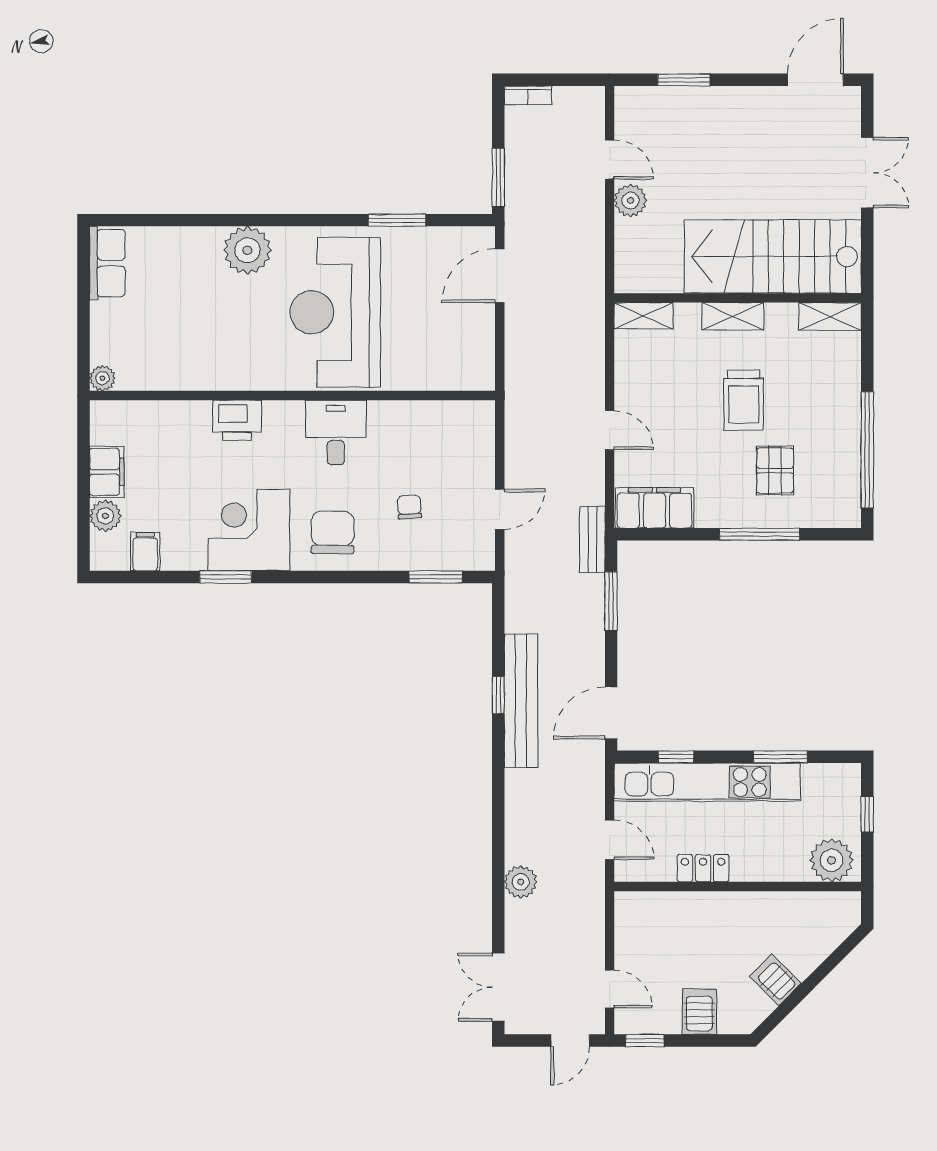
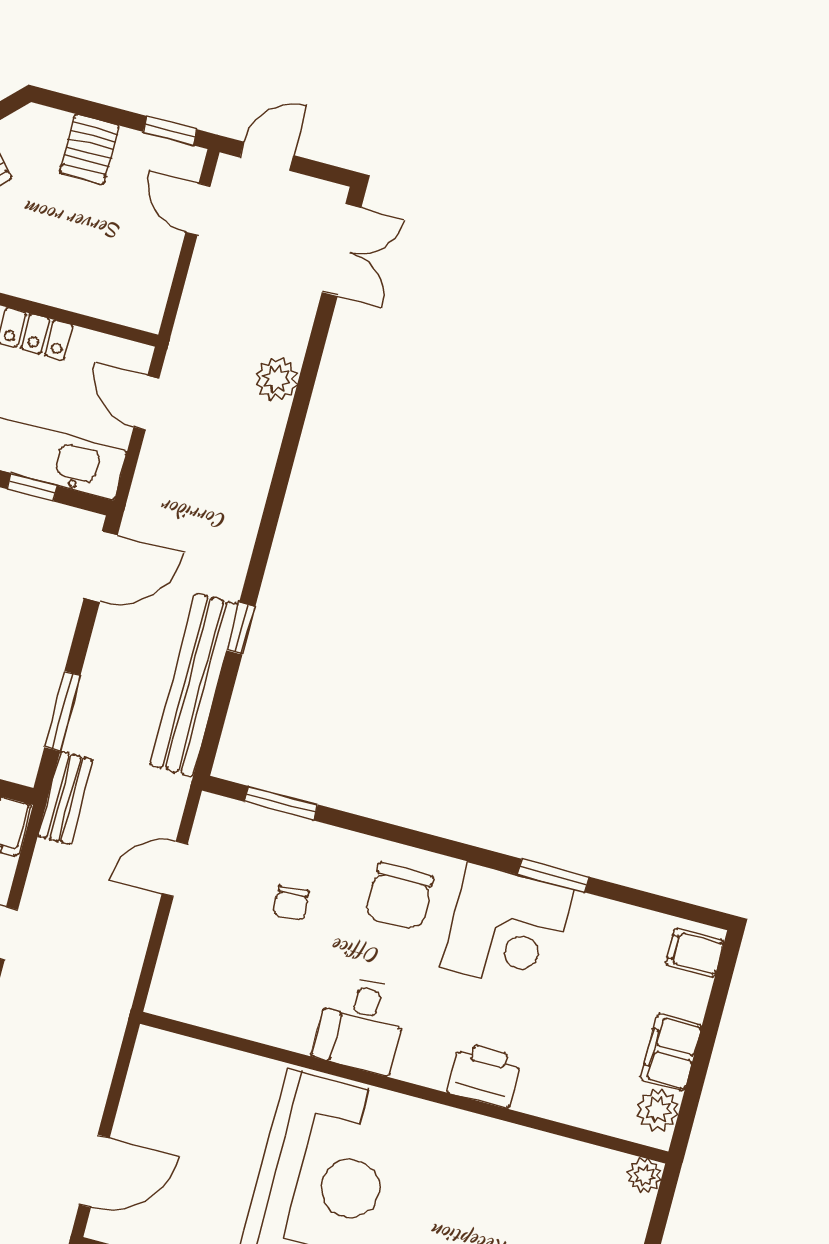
plant: (105, 516) -> (658, 1110), moved
filing cabinet: (145, 552) -> (695, 953), moved, turned 90
bench: (521, 701) -> (194, 685), moved

